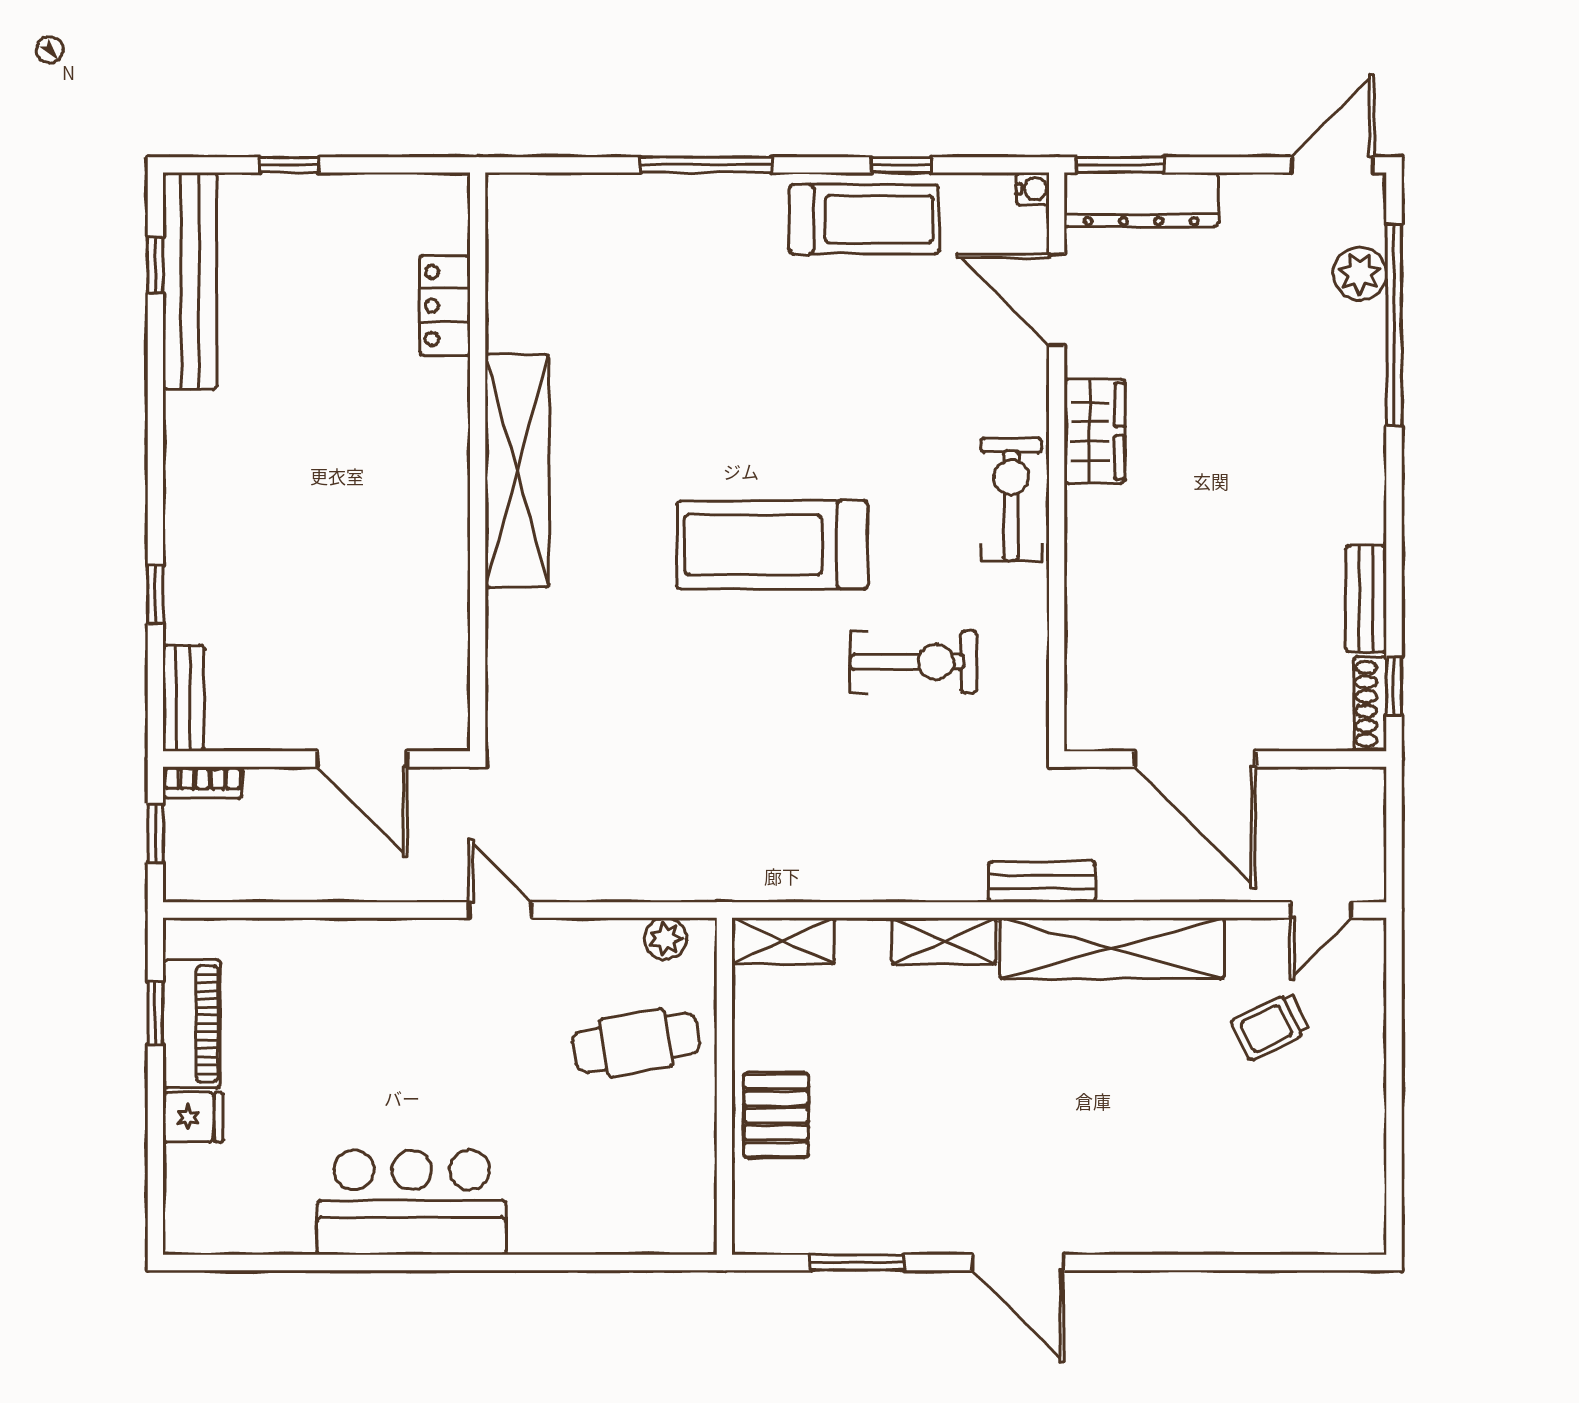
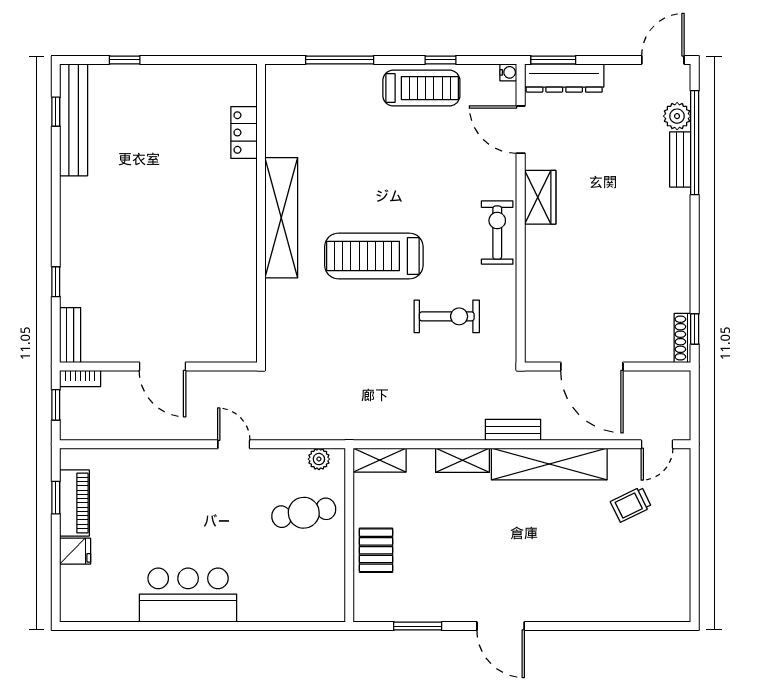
locker: (445, 305) -> (244, 133), moved
wall: (478, 462) -> (261, 213), moved
shelving: (517, 471) -> (281, 218), moved
bench: (1366, 599) -> (680, 159), moved

